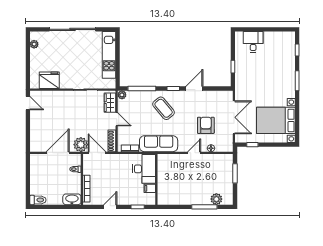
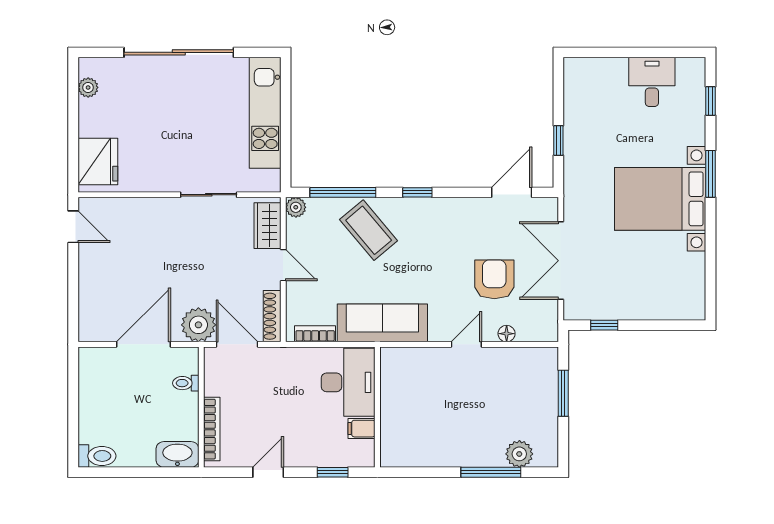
desk: (253, 42) -> (652, 82), moved
fridge: (49, 80) -> (98, 162), moved, turned 90
door: (194, 89) -> (512, 192), moved
coffee table: (164, 108) -> (369, 230), moved
double door: (234, 117) -> (561, 261), swing flipped
bed with nightstands: (276, 120) -> (660, 199), moved

